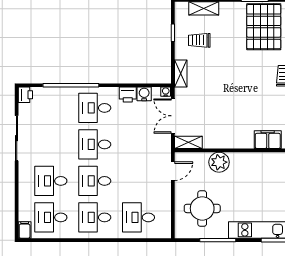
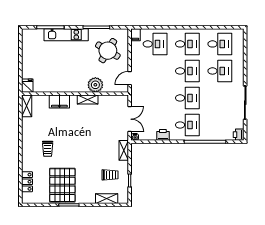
water cooler: (144, 94) -> (151, 135), removed
shelving: (188, 142) -> (88, 99), moved
round table: (202, 208) -> (108, 51), turned 31
filing cabinet: (25, 230) -> (135, 35), moved

